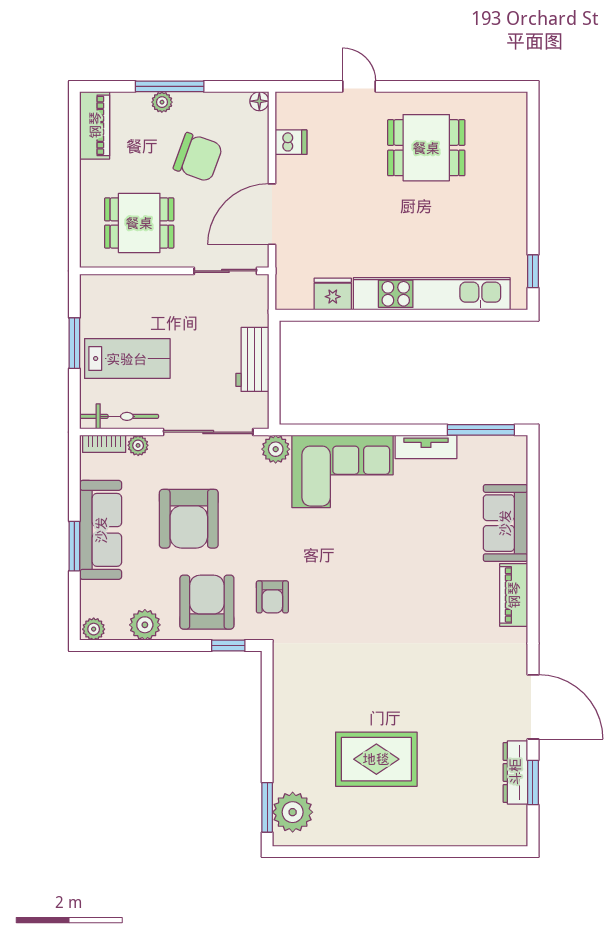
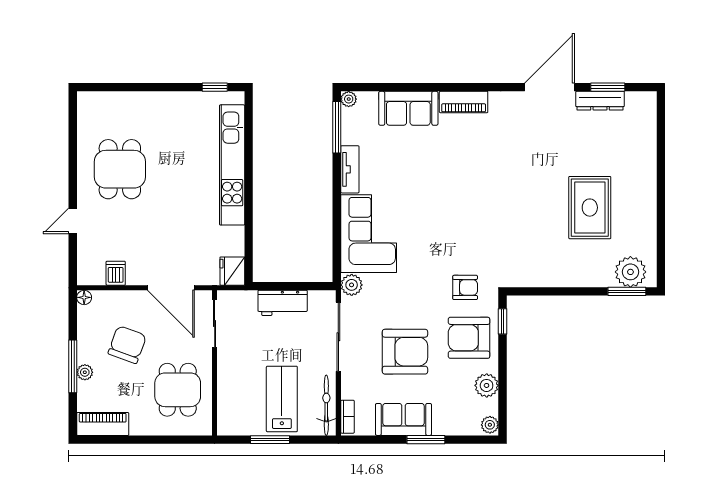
fridge: (333, 294) -> (232, 271), moved
plant: (138, 445) -> (349, 99), moved
sofa: (101, 530) -> (403, 419), width x0.73

